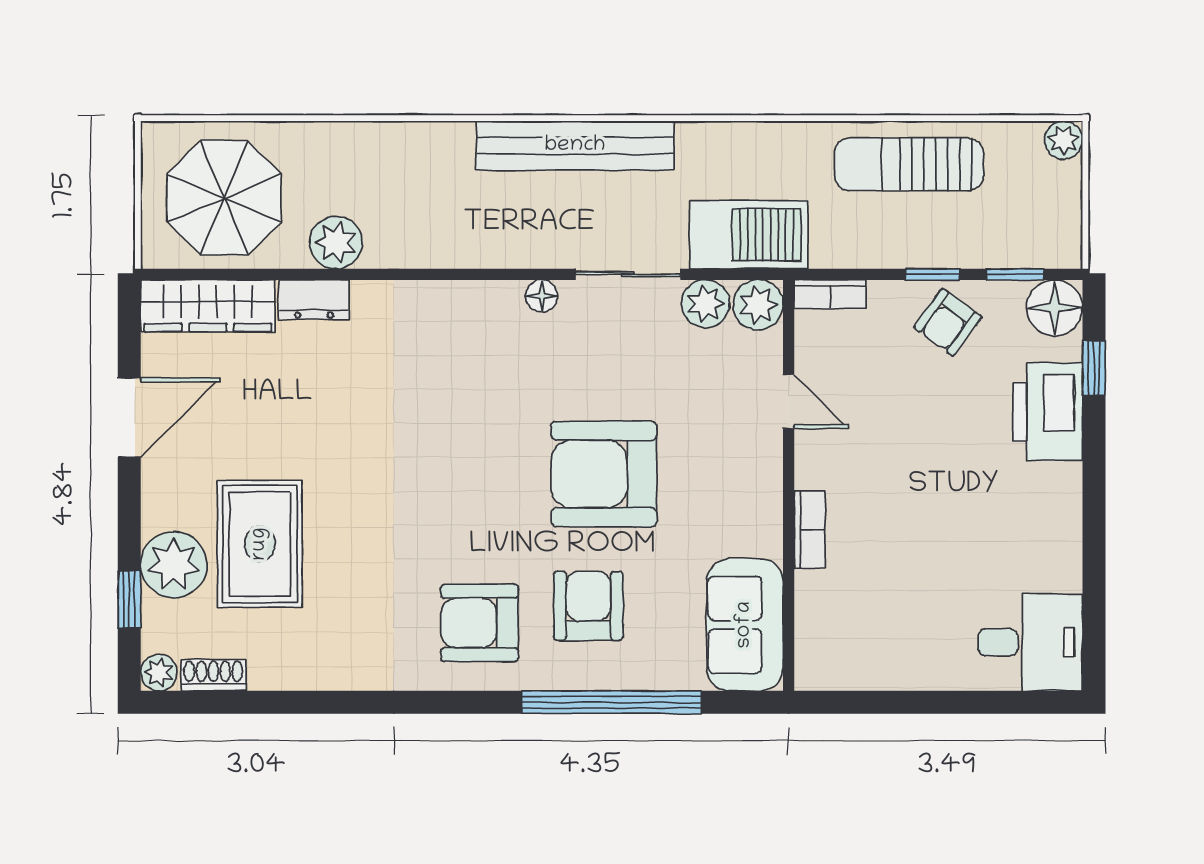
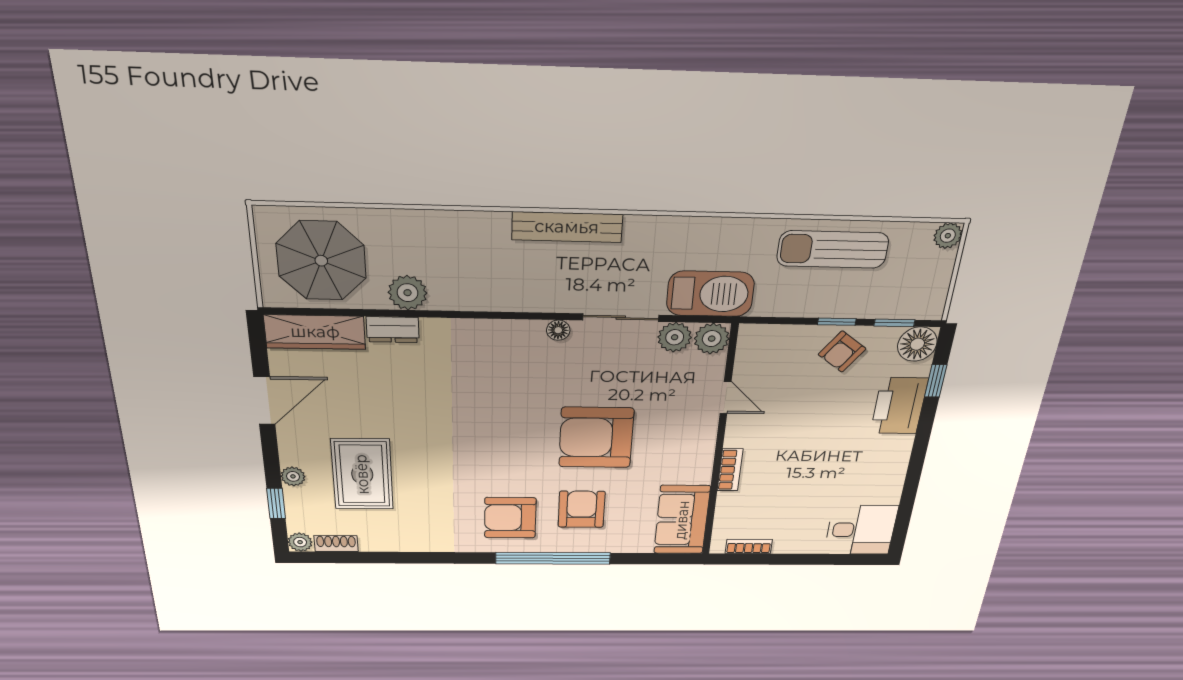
bench: (575, 146) -> (567, 227), width x0.73, depth x0.82
bookcase: (830, 294) -> (749, 546), moved, turned 180
plant: (174, 565) -> (293, 476), width x0.53, depth x0.53
window: (611, 702) -> (553, 558), moved

